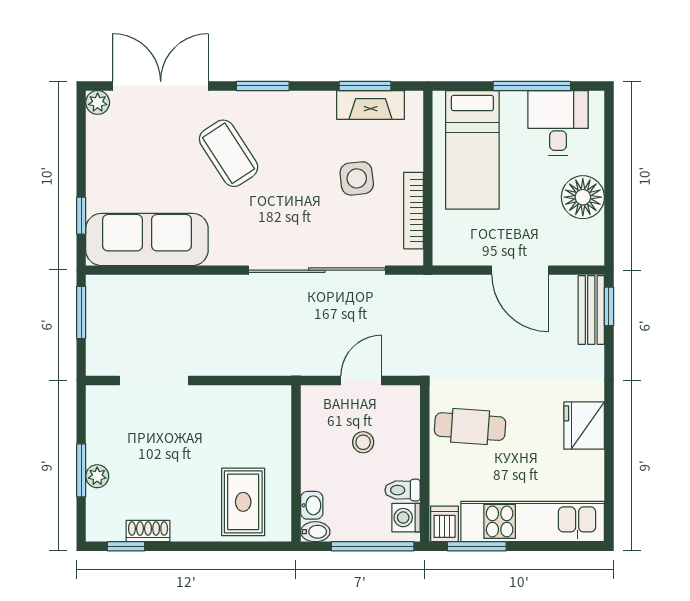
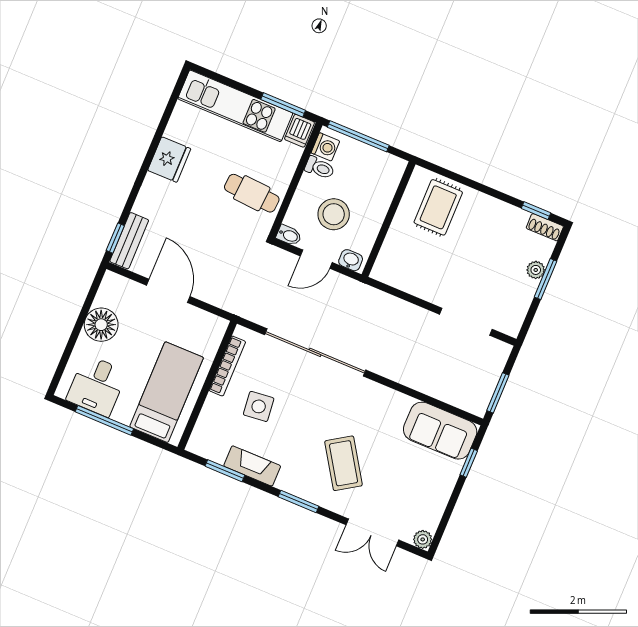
double door: (161, 86) -> (372, 532), width x0.73
fireplace: (371, 105) -> (252, 466), moved
sofa: (147, 239) -> (440, 431), width x0.73
stool: (363, 442) -> (334, 214), width x1.89, depth x1.89
washbasin: (312, 505) -> (351, 260), moved, turned 90
shoe rack: (148, 531) -> (545, 227), moved
bidet: (315, 532) -> (289, 235), moved, turned 180

